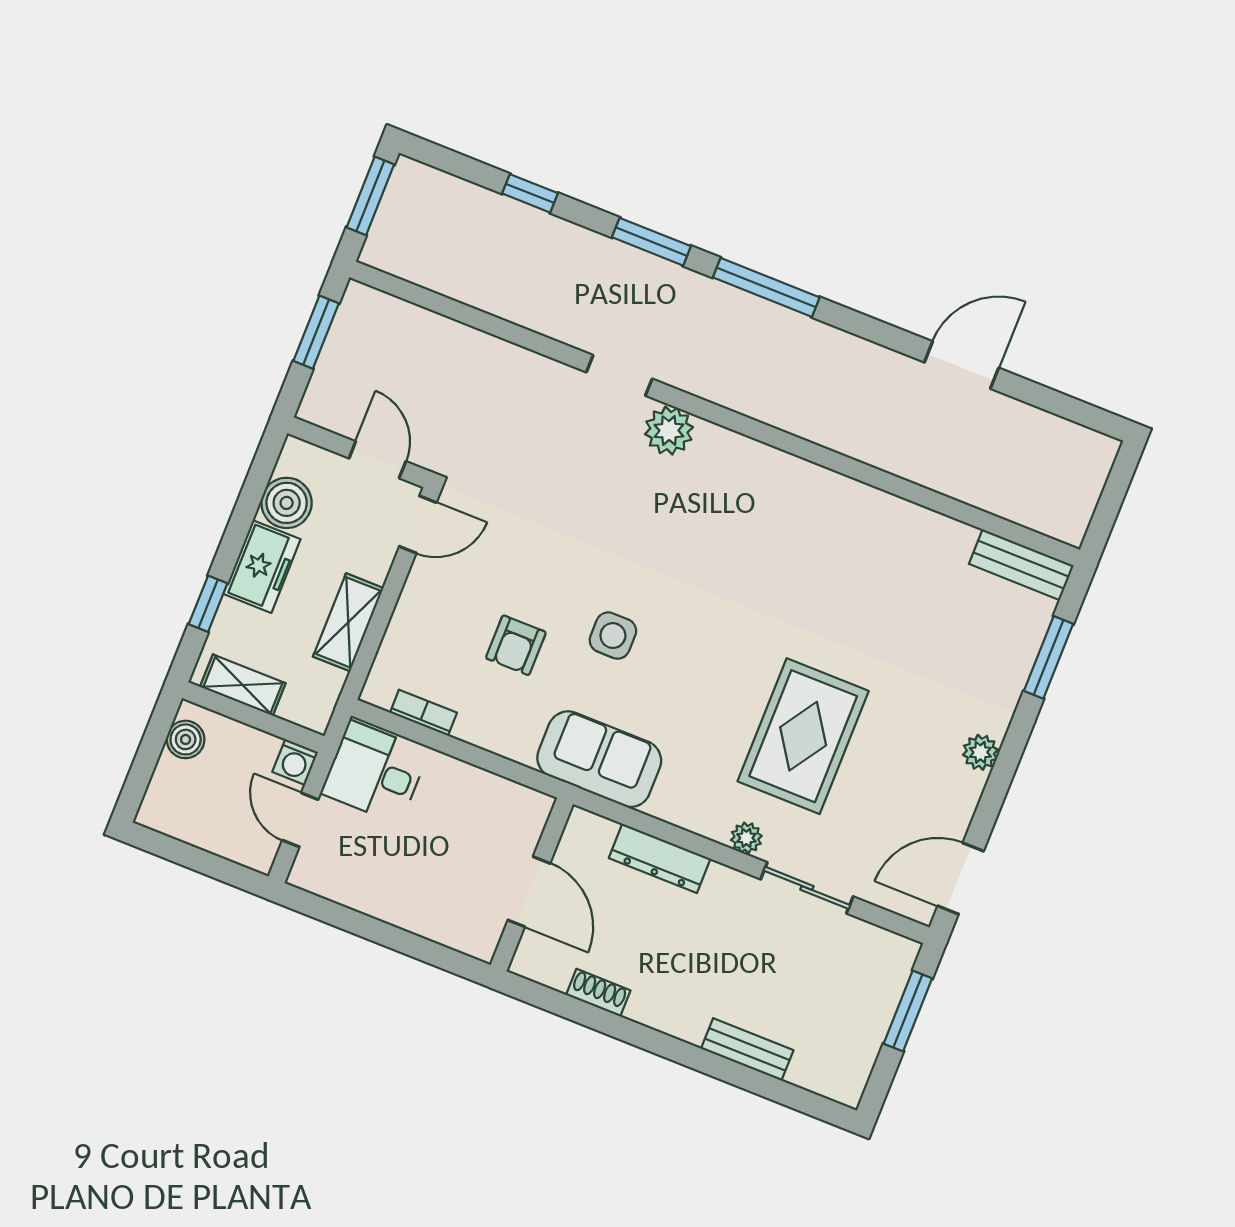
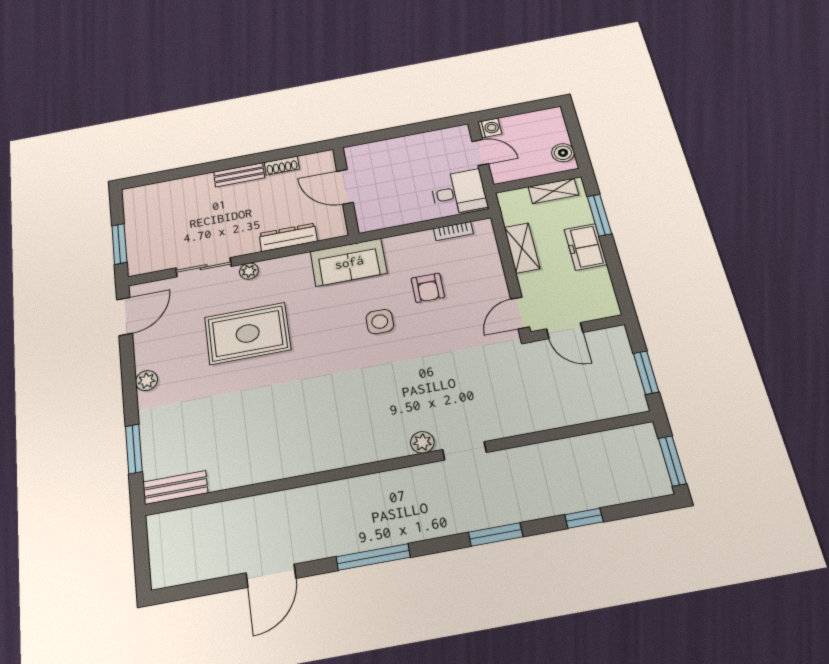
window: (766, 287) -> (373, 557), moved
plant: (669, 431) -> (422, 442), width x0.73, depth x0.73
boiler: (287, 503) -> (596, 283), removed
window: (208, 604) -> (599, 215), width x1.50
armchair: (516, 645) -> (428, 288), turned 180
rug: (803, 736) -> (248, 333), turned 90
washing machine: (295, 762) -> (490, 128), moved, turned 90
bench: (747, 1049) -> (239, 175), moved

